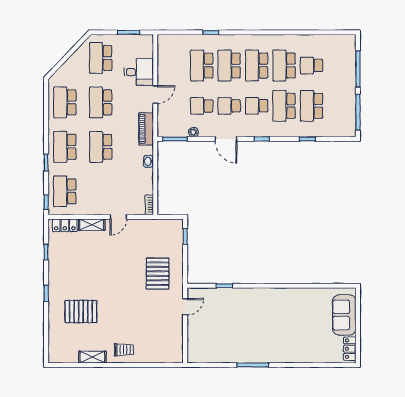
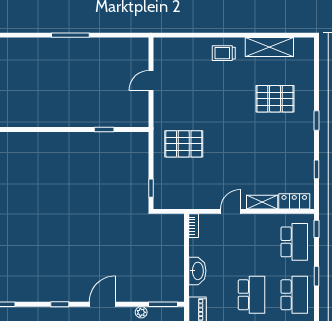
door: (226, 139) -> (102, 304), hinge flipped
washbasin: (148, 161) -> (197, 271), width x1.91, depth x1.45
pallet: (158, 274) -> (184, 144), turned 90
door: (185, 307) -> (151, 81), moved
shelving: (92, 357) -> (269, 47), width x1.50, depth x1.33

